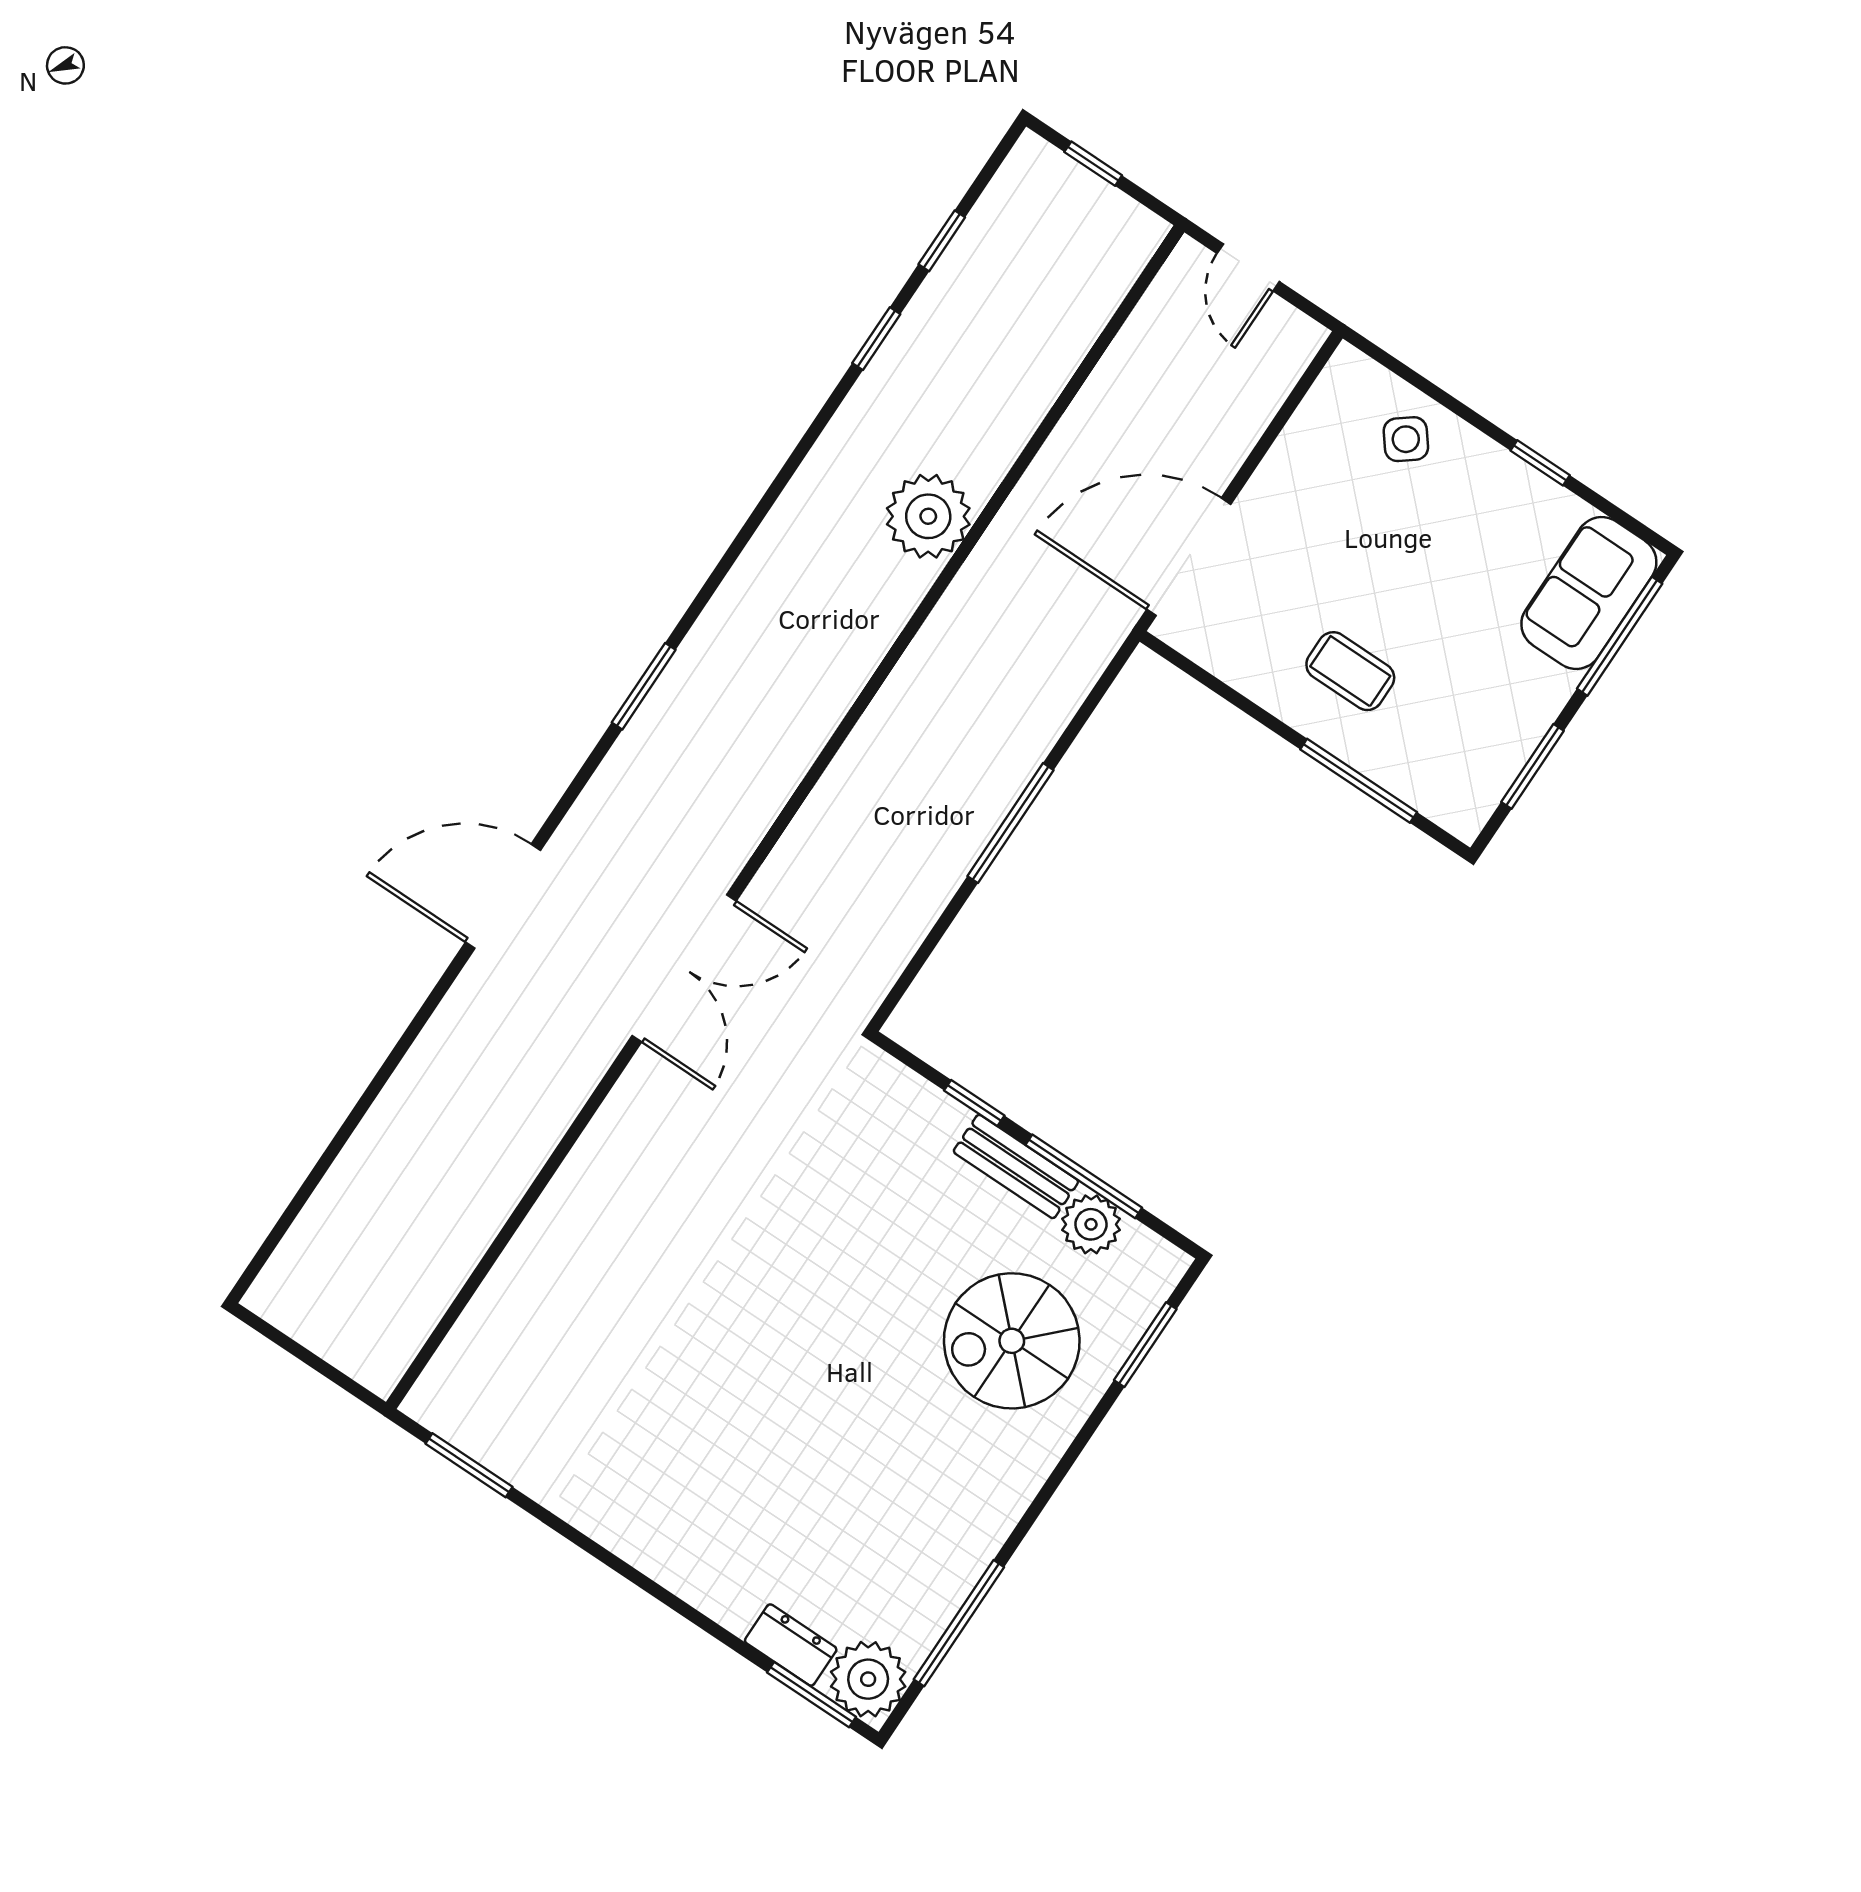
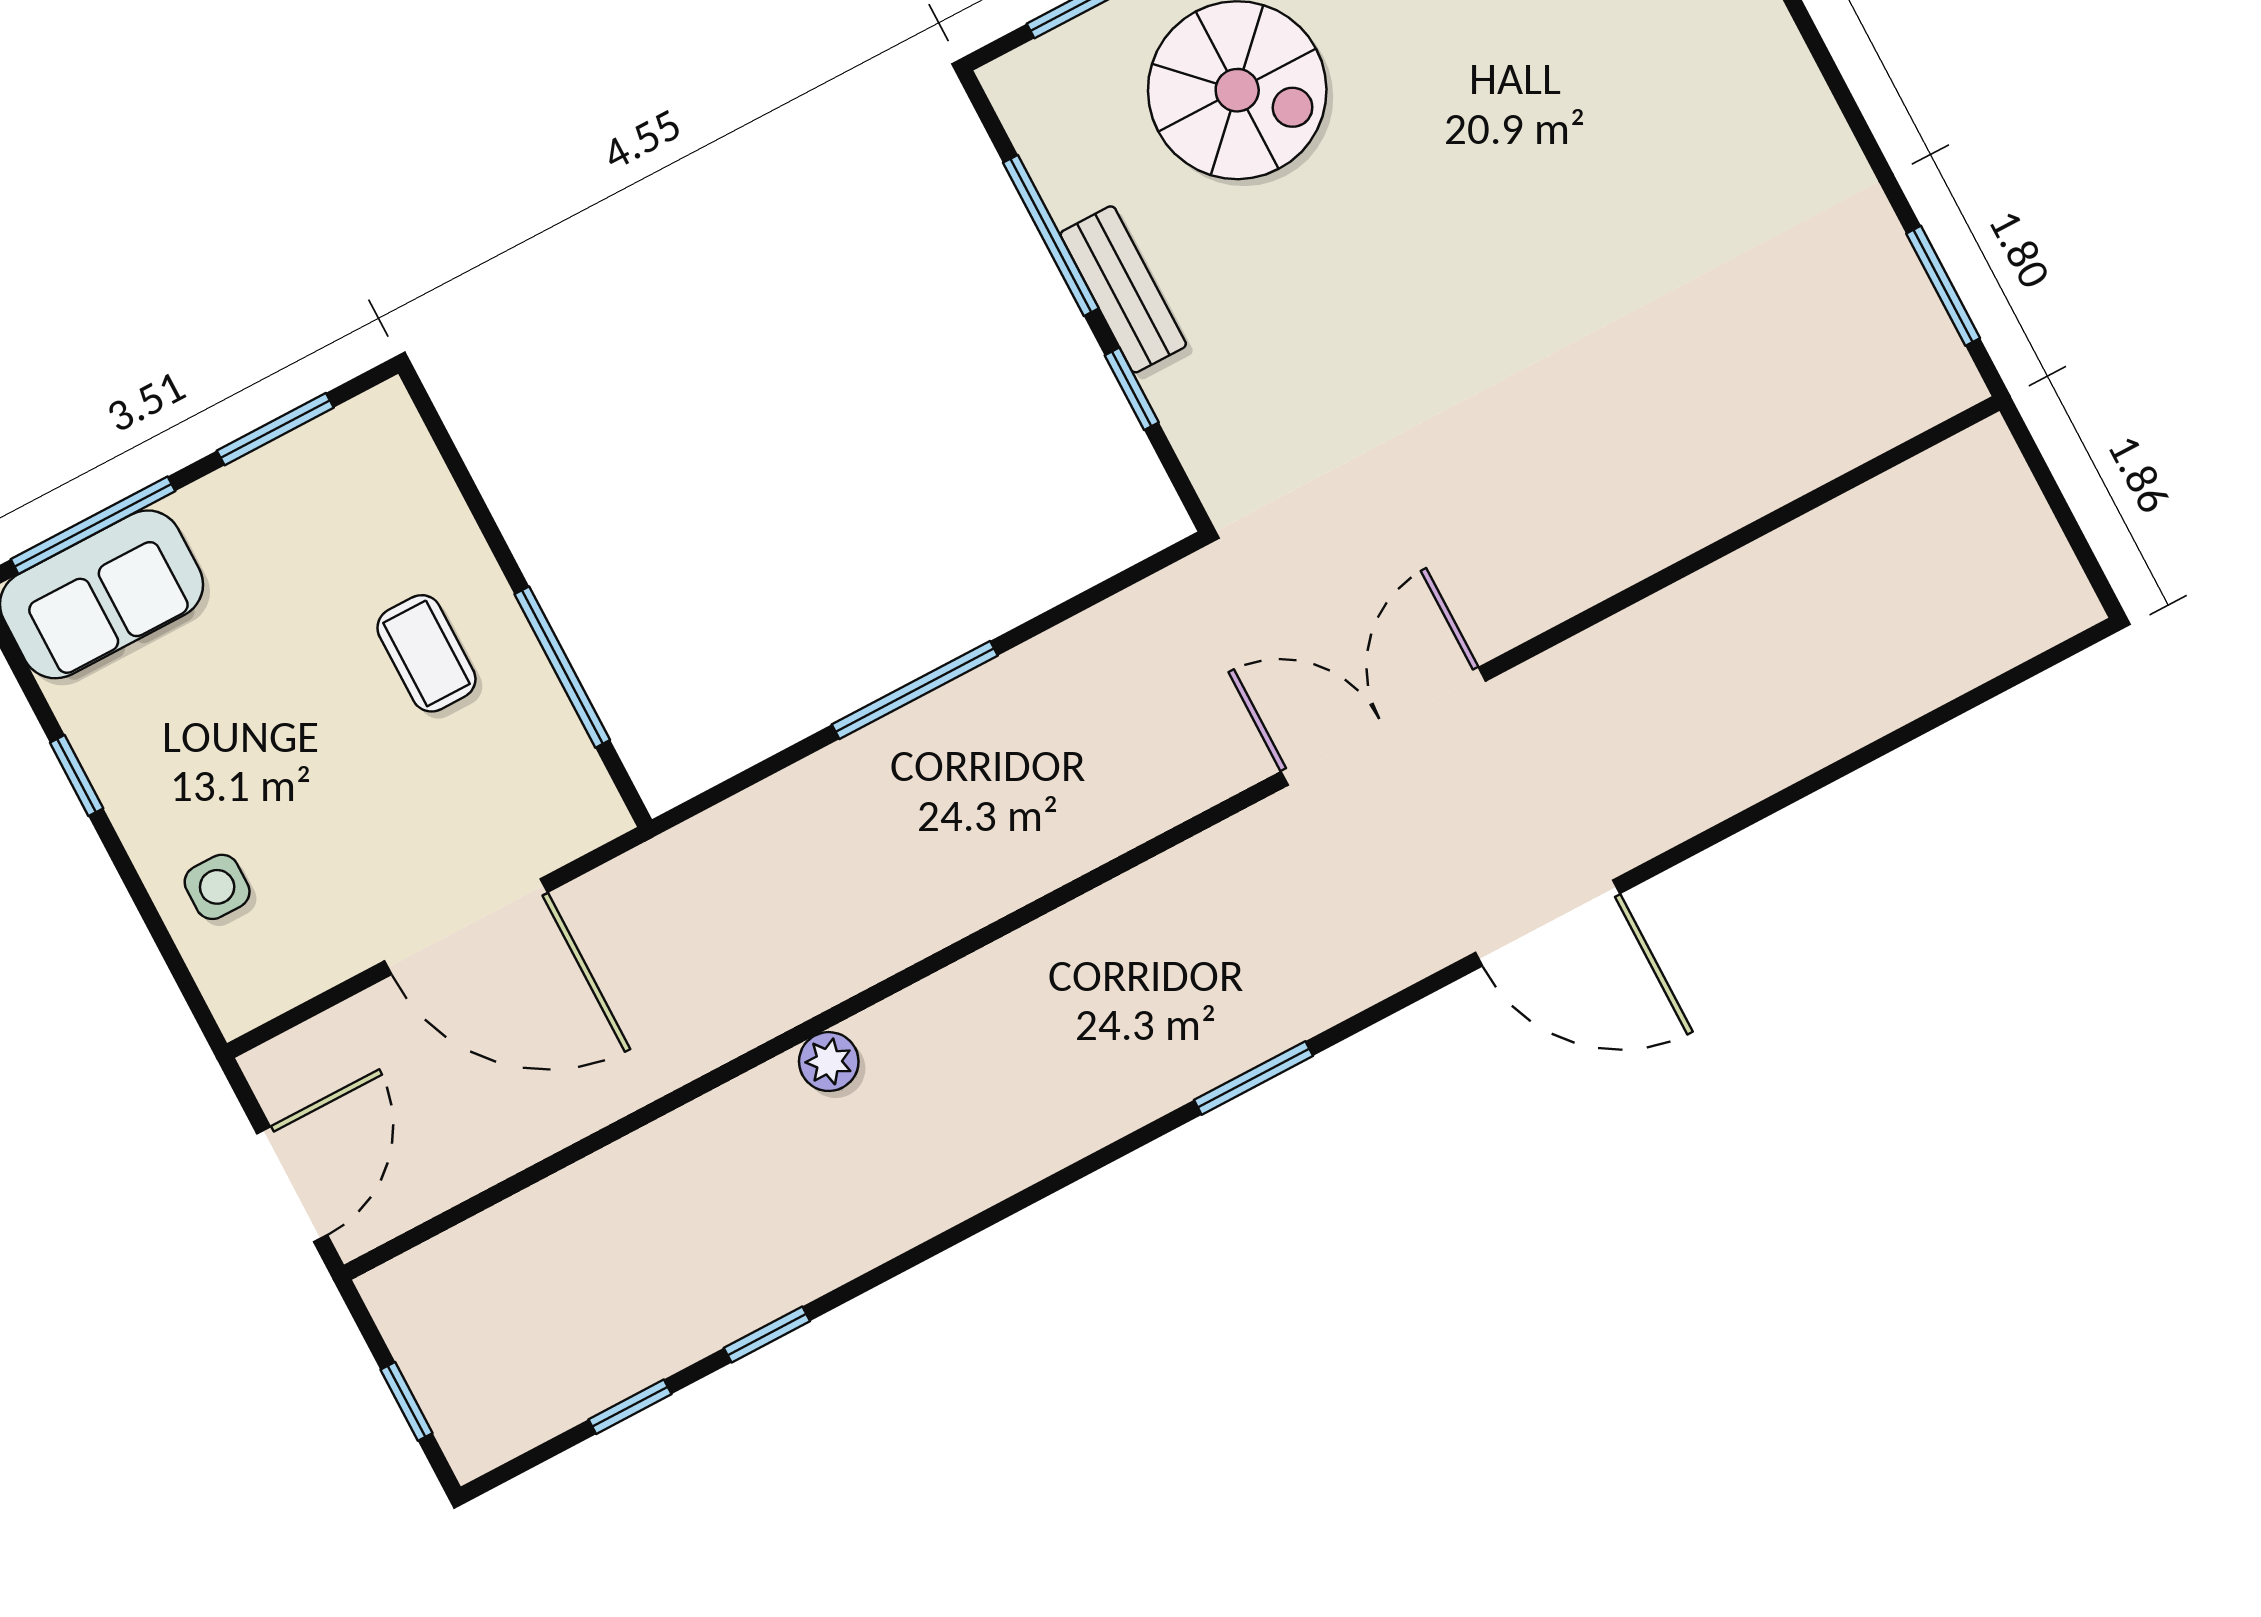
door: (1248, 267) -> (292, 1184), width x1.38
side table: (1406, 439) -> (217, 887), turned 38
plant: (928, 516) -> (829, 1062), width x0.53, depth x0.53
door: (1189, 557) -> (466, 927), moved
window: (1359, 781) -> (562, 667), moved
plant: (1091, 1224) -> (1073, 175), removed

